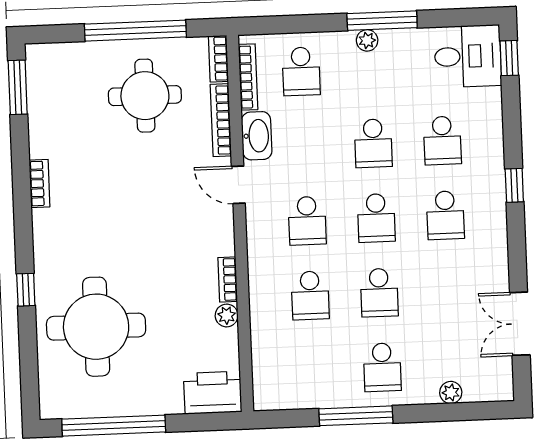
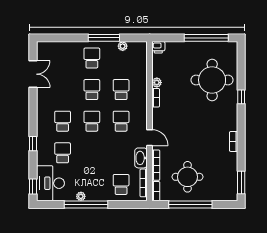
window: (382, 21) -> (86, 204), width x1.46
plant: (367, 40) -> (81, 196), moved
desk: (468, 56) -> (50, 183), width x1.37
school desk: (373, 143) -> (92, 153), removed
window: (514, 185) -> (33, 144), moved
plant: (451, 392) -> (123, 46), moved
printer: (213, 393) -> (158, 47), width x0.53, depth x0.68

